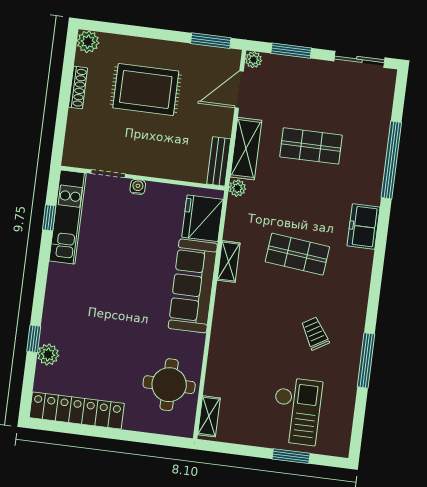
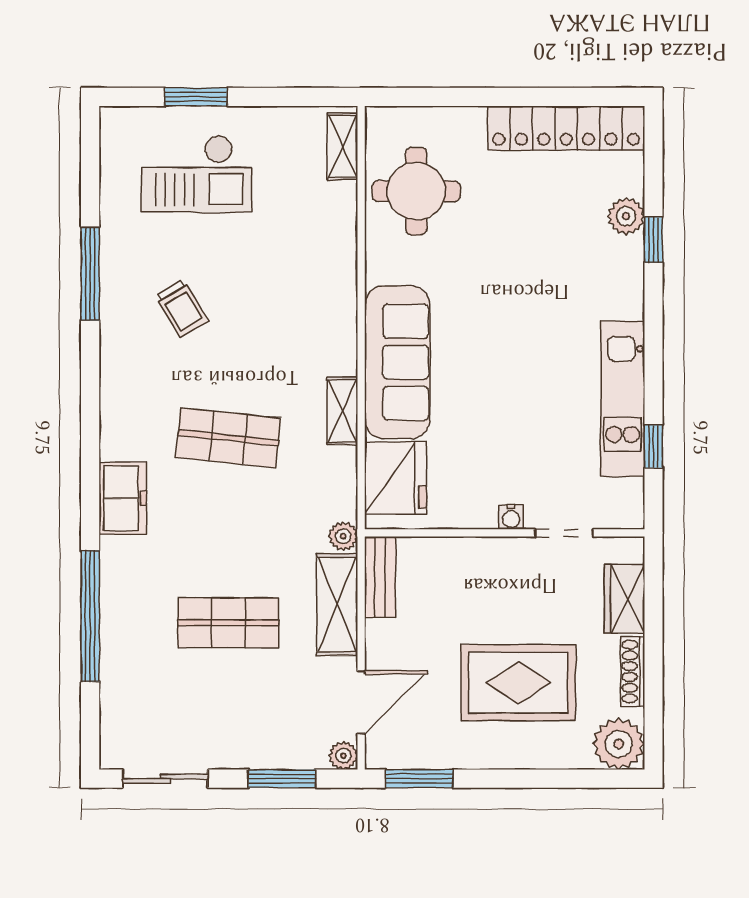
plant: (88, 42) -> (619, 744), width x1.36, depth x1.36
wardrobe: (77, 131) -> (624, 599), added
kitchen unit: (68, 217) -> (623, 399), moved
checkout: (296, 411) -> (196, 174), turned -90

